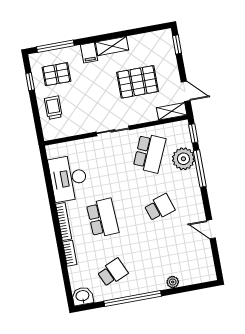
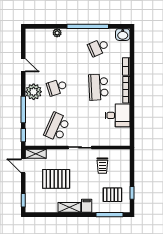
trolley: (53, 108) -> (102, 166), moved
plant: (183, 159) -> (34, 92), moved
desk: (68, 178) -> (117, 115), width x0.73

